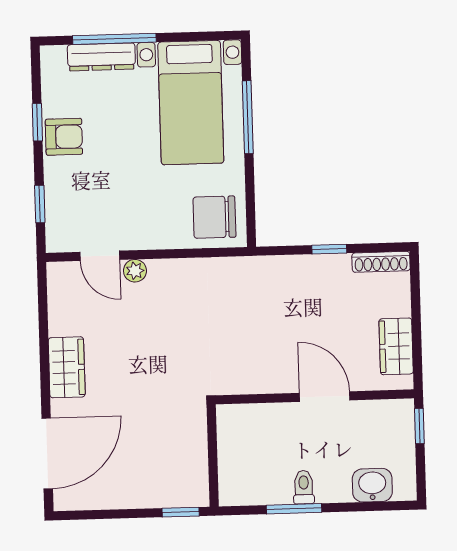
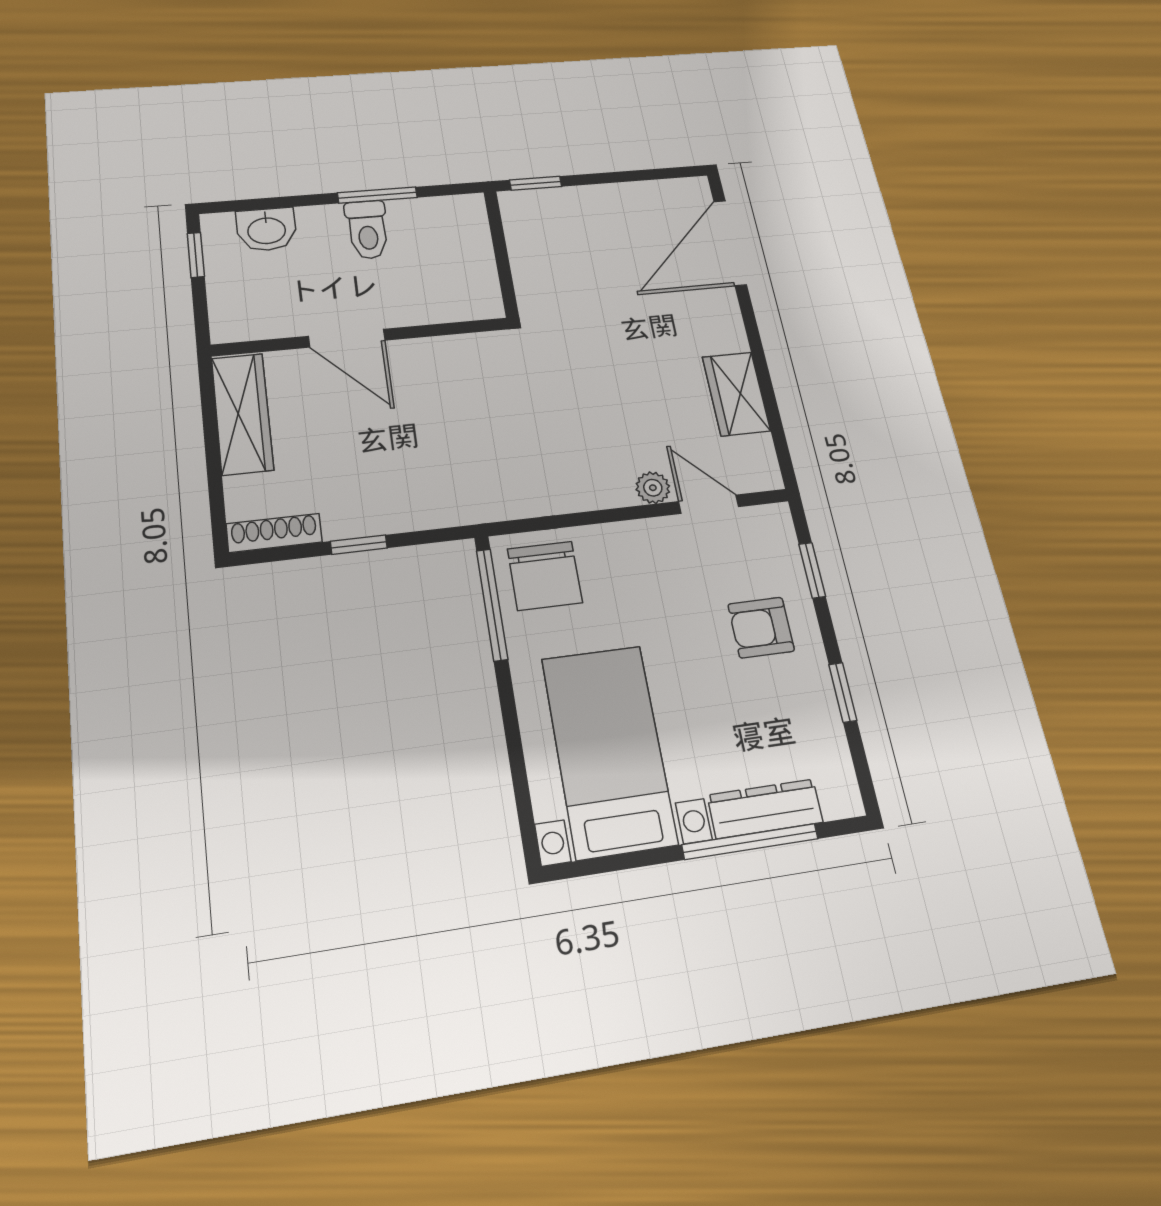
window: (248, 117) -> (492, 605), moved
armchair: (64, 137) -> (761, 628), moved
chair: (214, 217) -> (545, 576), turned 90
wardrobe: (396, 346) -> (242, 414), width x1.50
wardrobe: (67, 367) -> (736, 394), moved
window: (419, 426) -> (196, 255), moved
toilet: (304, 487) -> (367, 230), width x1.37, depth x1.39

